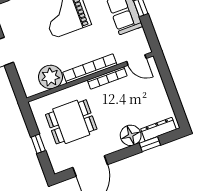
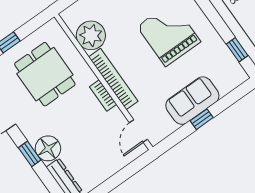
bookcase: (107, 78) -> (103, 96), width x0.64
window: (150, 144) -> (30, 154), moved

